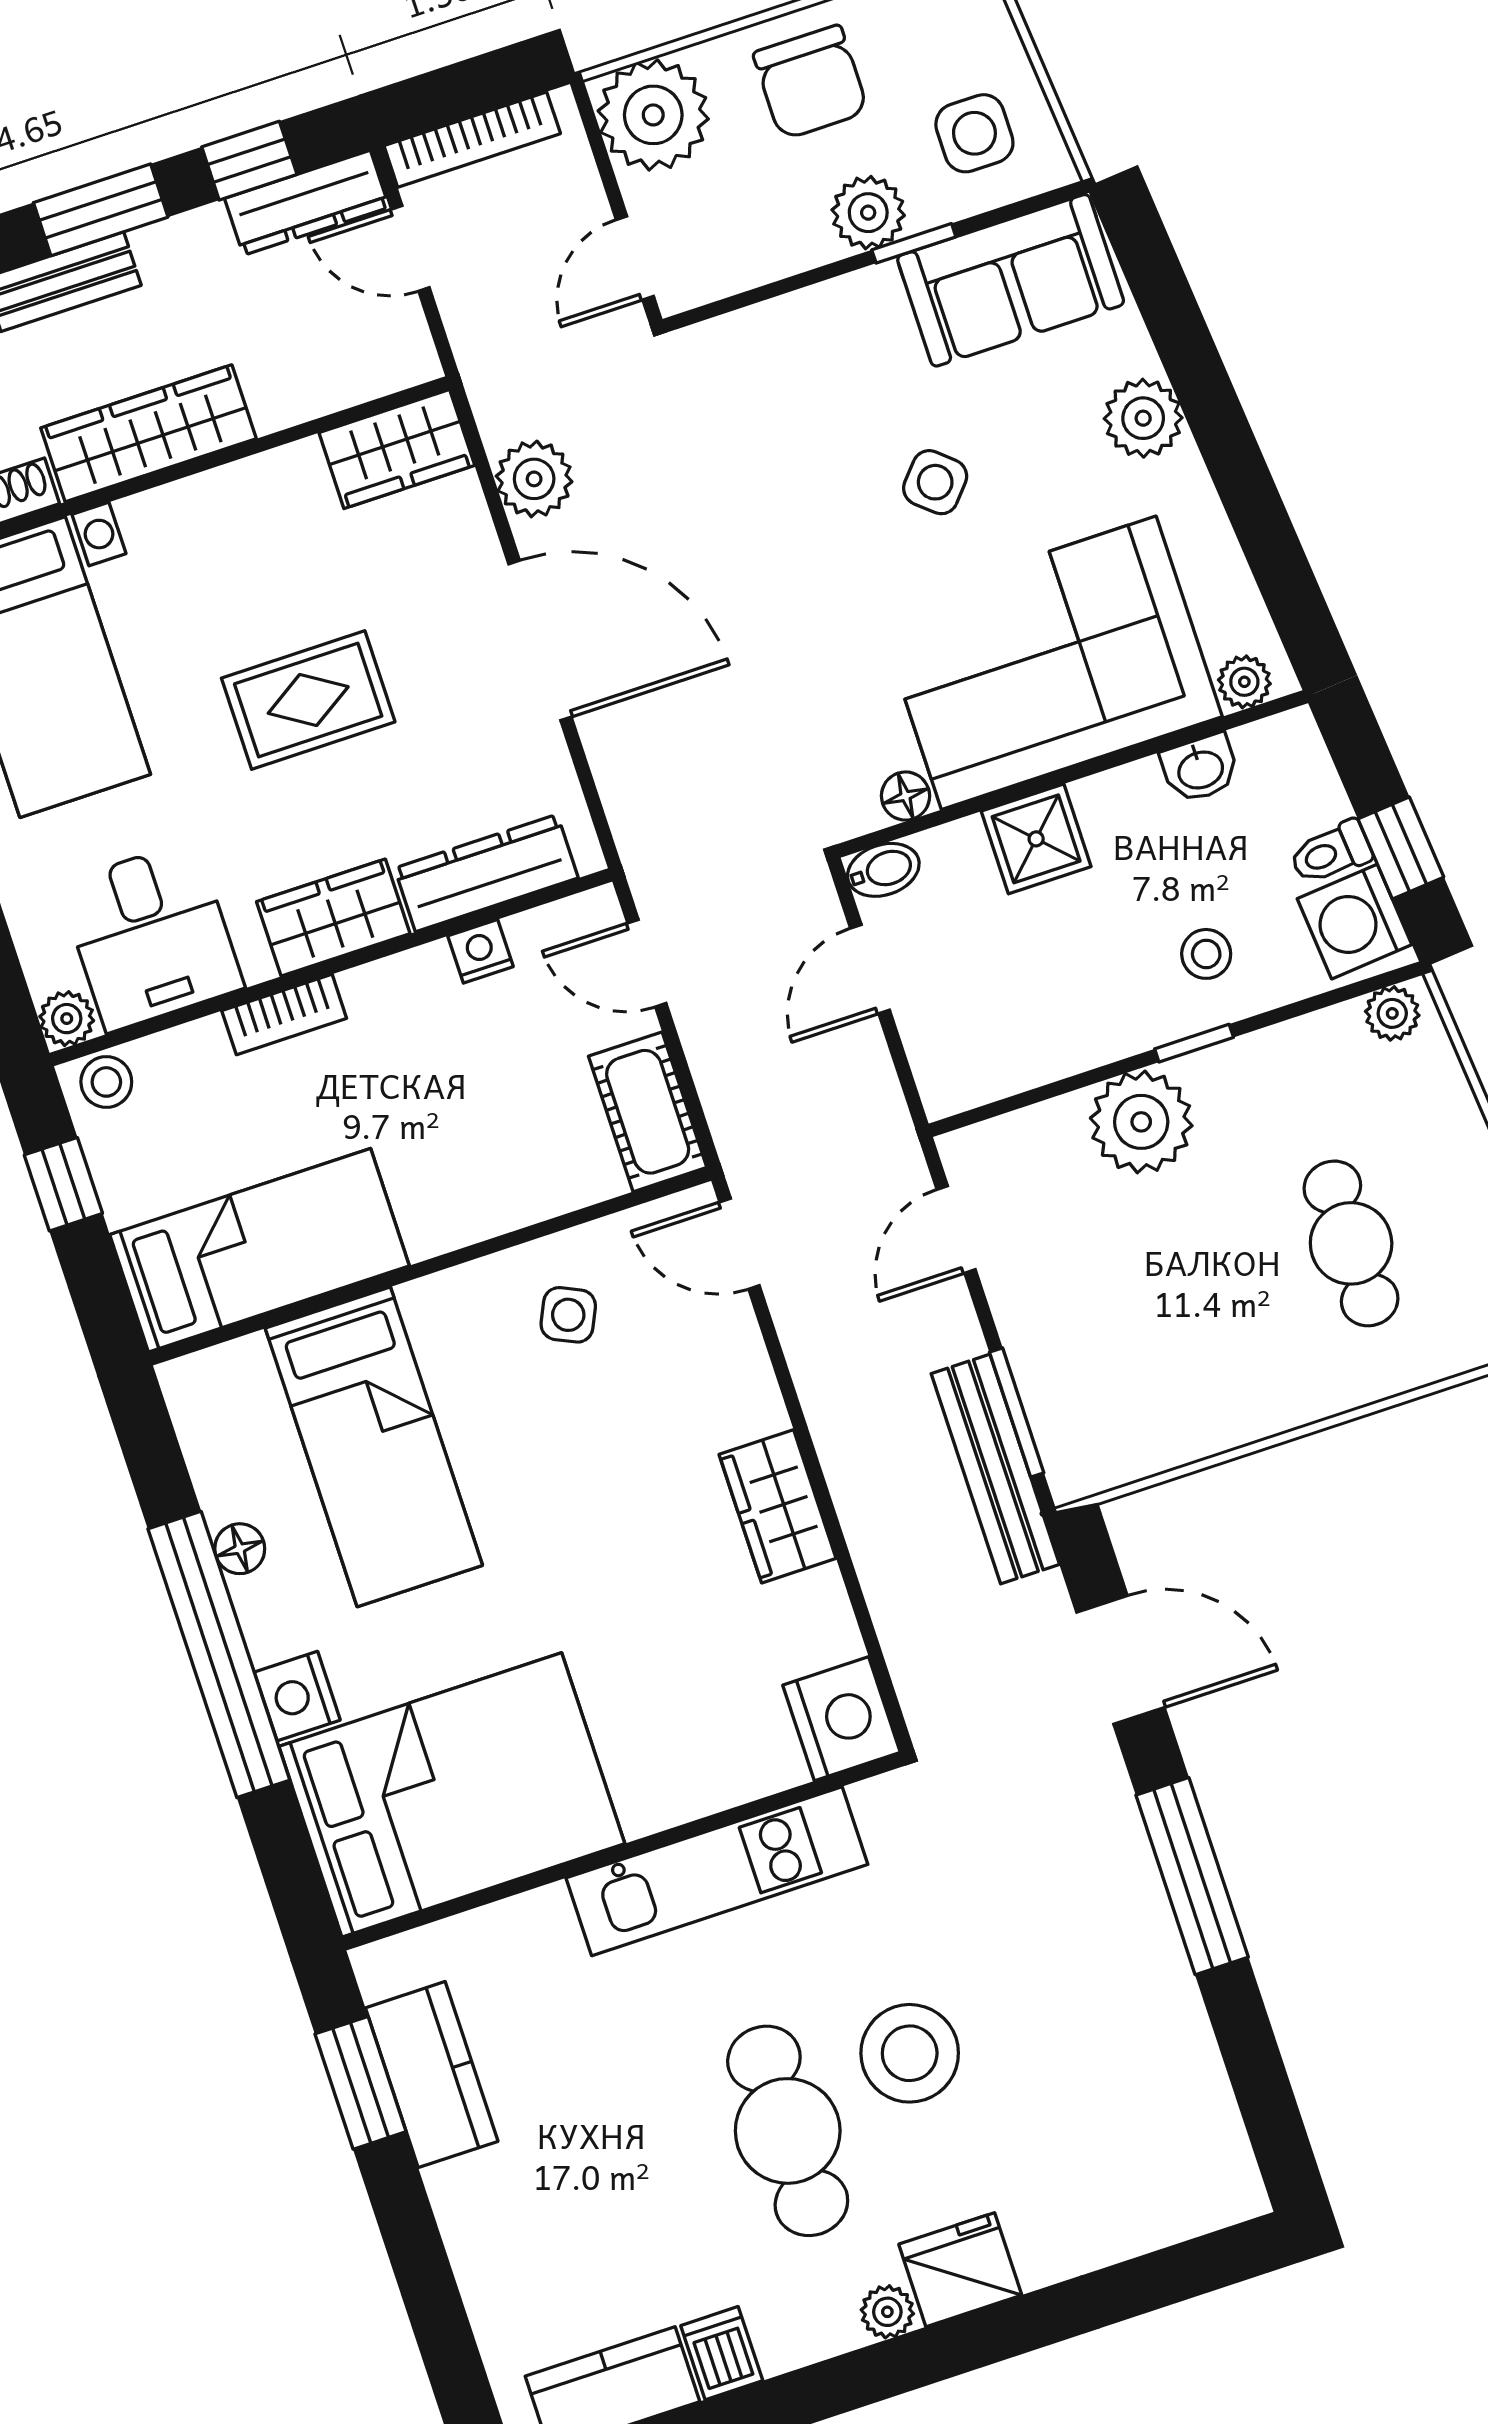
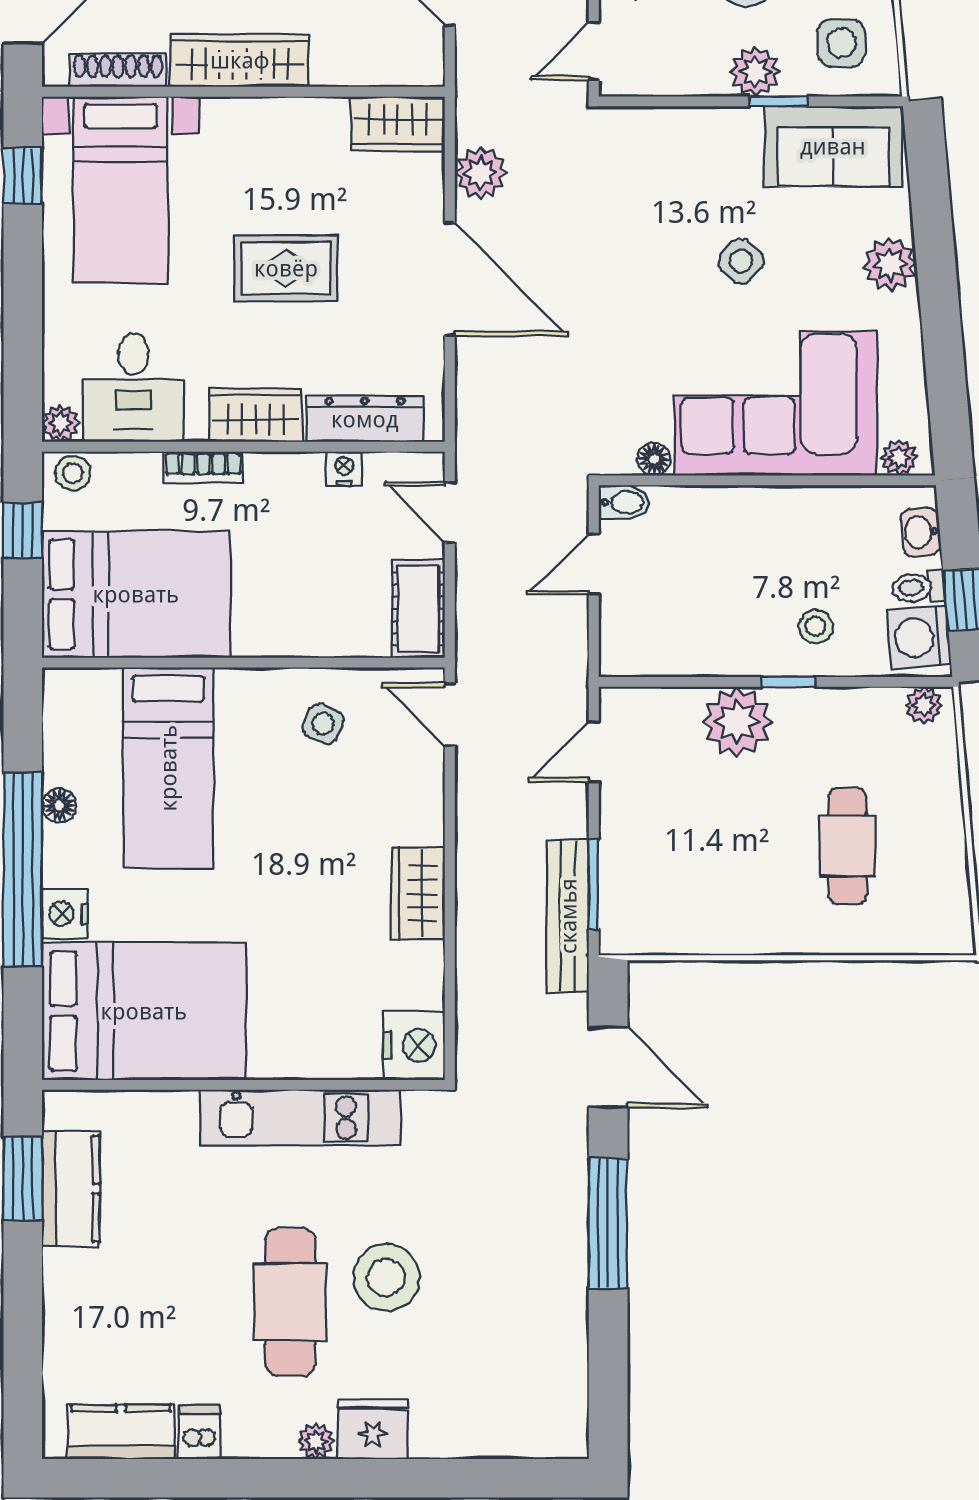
washbasin: (1200, 768) -> (921, 532), moved, turned 85
shower: (1036, 839) -> (730, 515), removed
bed: (260, 1250) -> (136, 594), width x1.50

